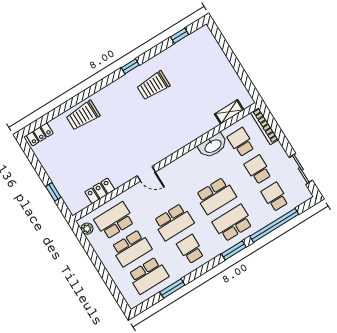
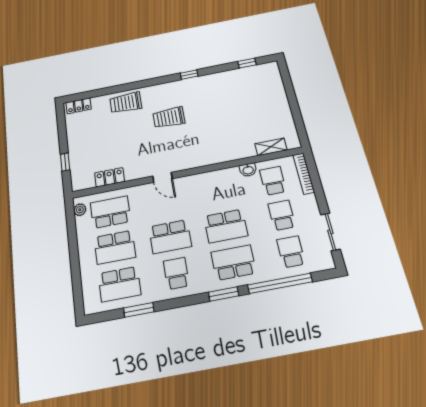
trolley: (153, 86) -> (169, 118), moved
washbasin: (213, 146) -> (248, 170), width x0.52, depth x0.69

